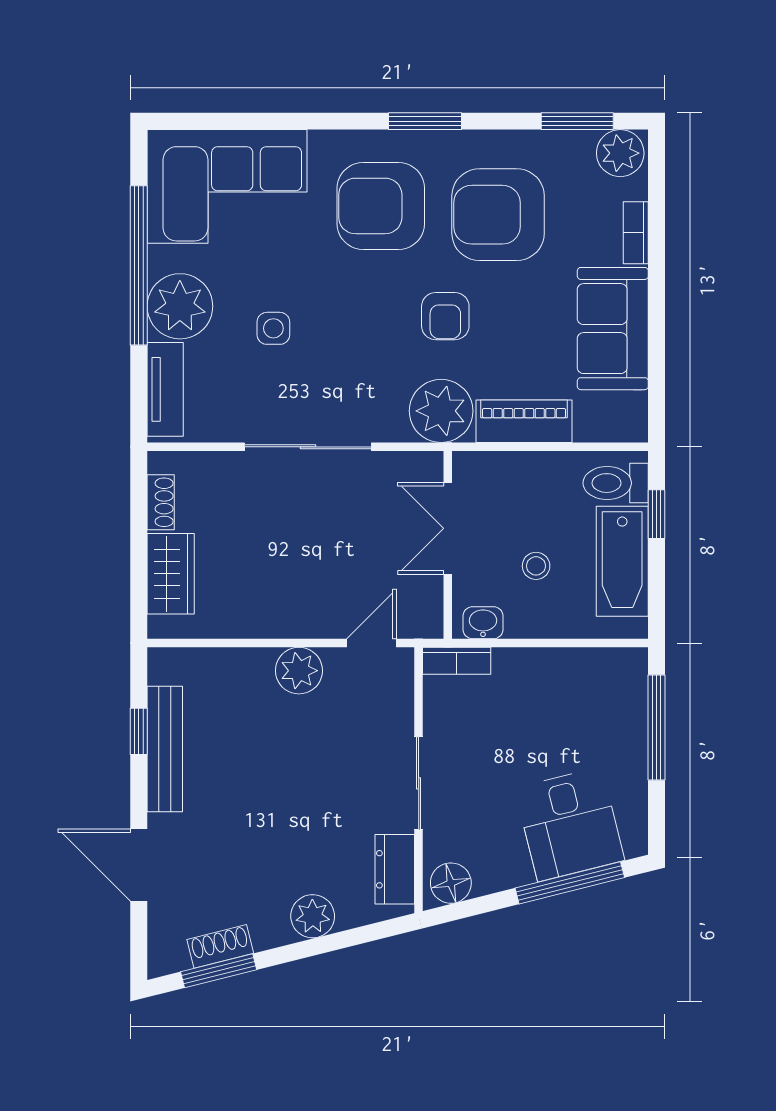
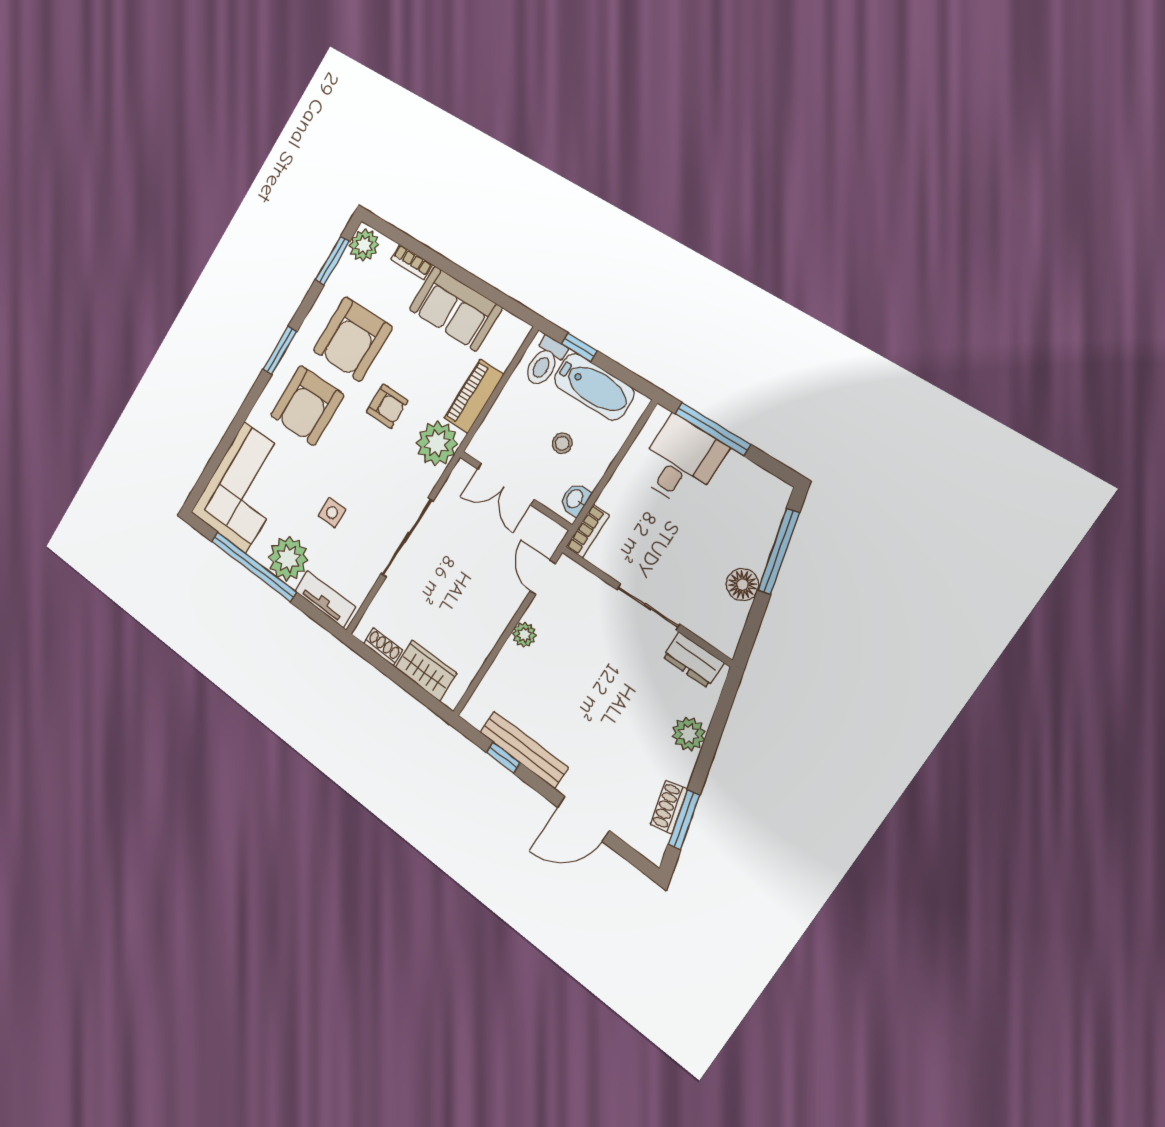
plant: (299, 671) -> (524, 635), width x0.73, depth x0.73
desk: (570, 824) -> (681, 461), moved, turned -76
floor lamp: (451, 883) -> (742, 585), moved

